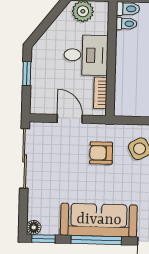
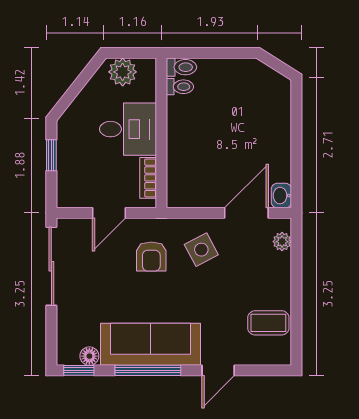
door: (70, 119) -> (109, 213), swing flipped
armchair: (101, 153) -> (151, 257), turned -90
floor lamp: (34, 227) -> (89, 356), moved

